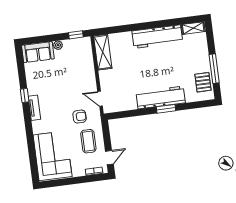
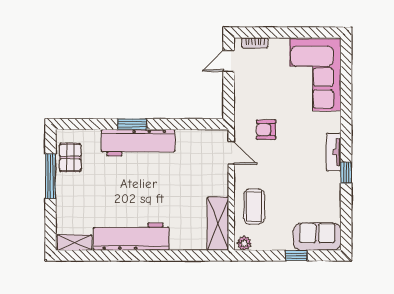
window: (76, 35) -> (296, 256), moved
plant: (58, 45) -> (244, 243), moved
coffee table: (88, 141) -> (254, 207), moved

